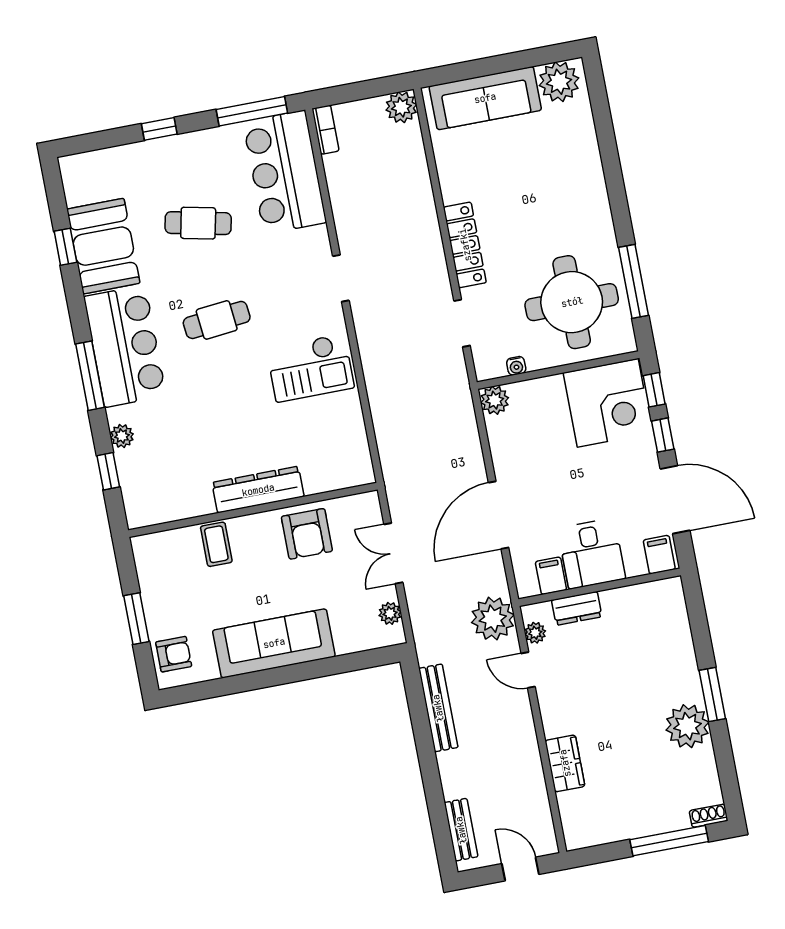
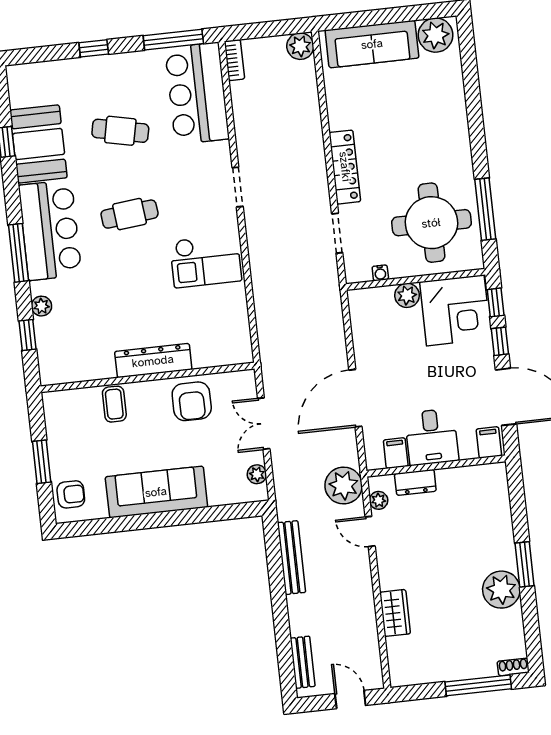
plant: (495, 400) -> (407, 295), moved

